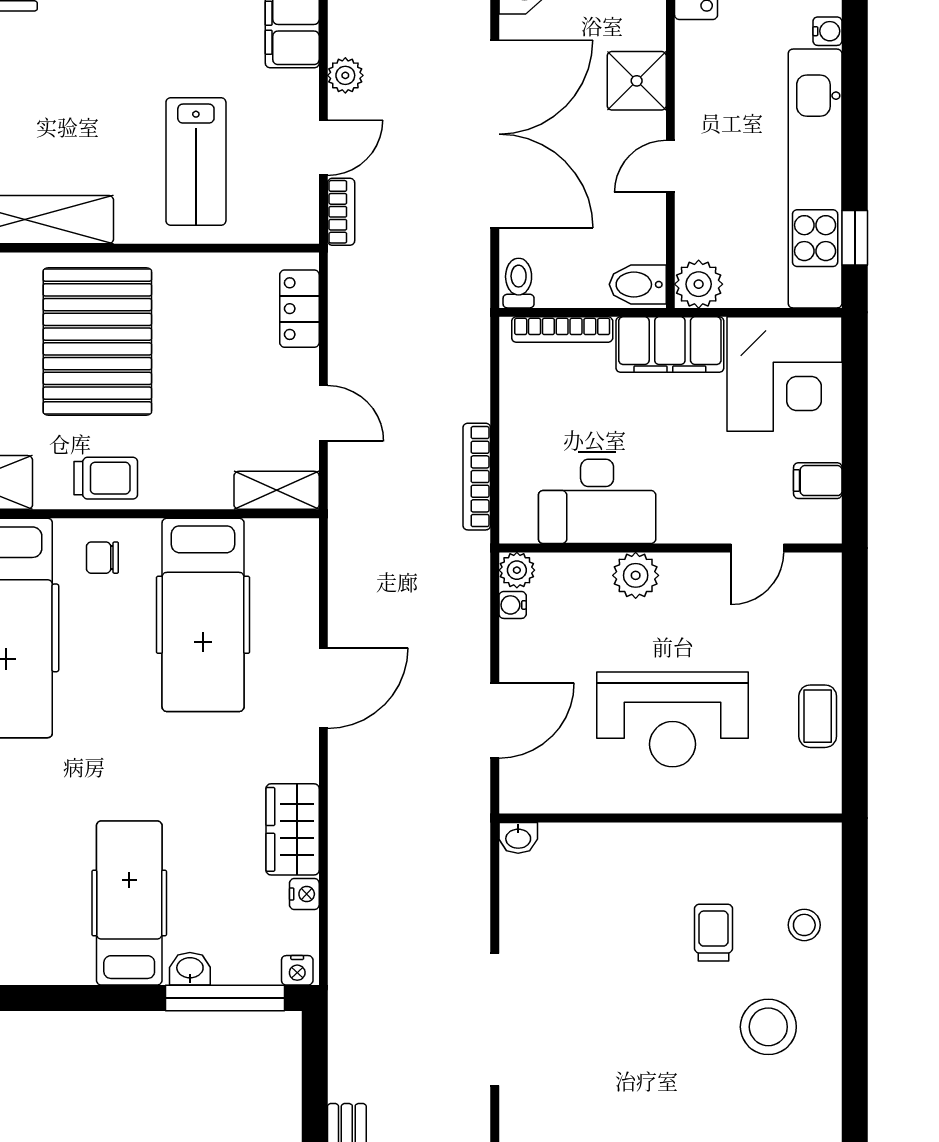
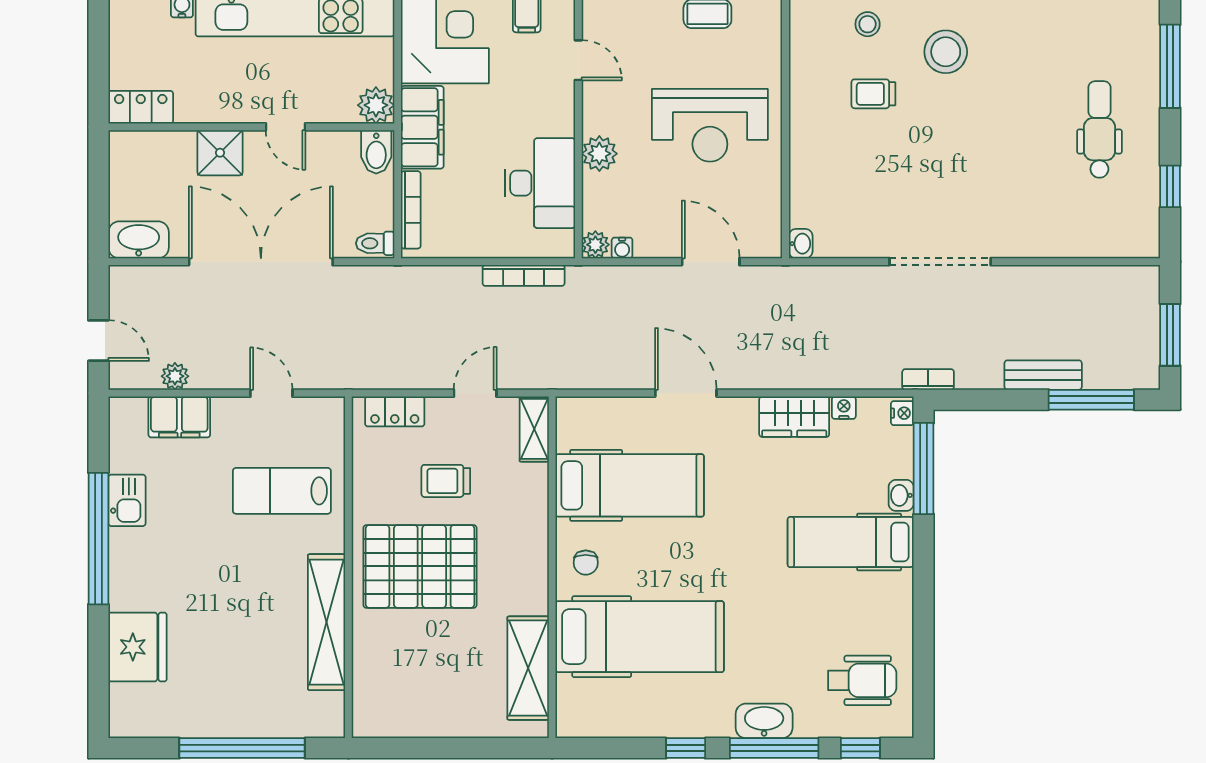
plant: (345, 75) -> (175, 376), moved
lab bench: (196, 161) -> (282, 491), turned 180
bookcase: (341, 212) -> (928, 379), moved
trolley: (106, 478) -> (446, 481), moved, turned -90
reception desk: (672, 719) -> (710, 125), turned 90

